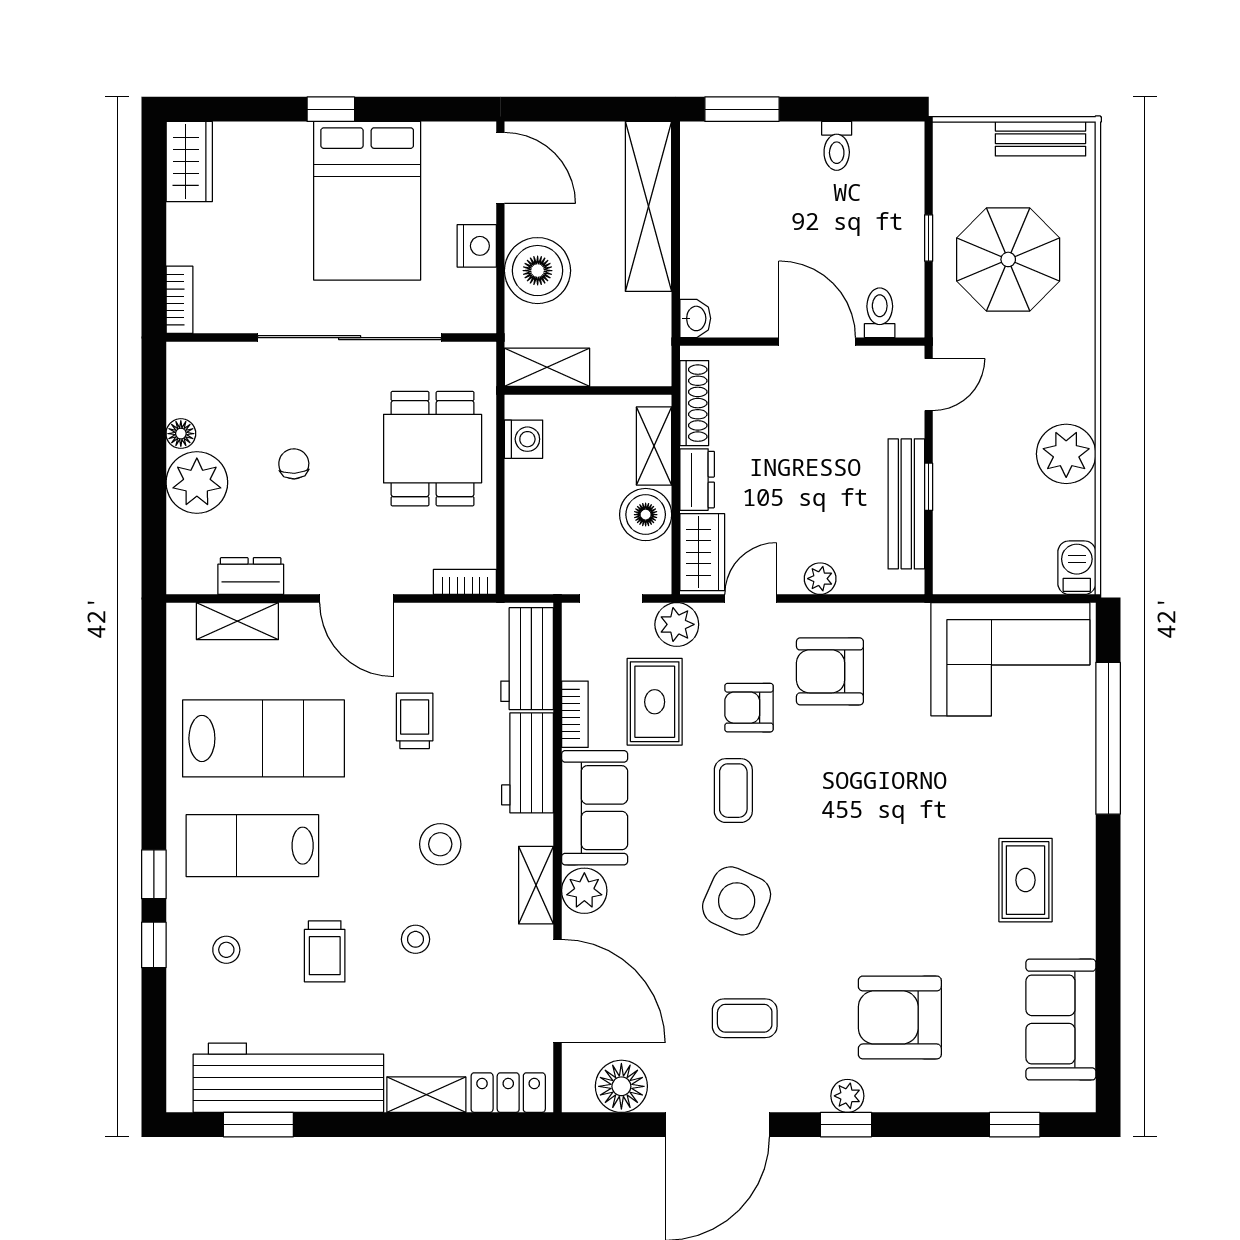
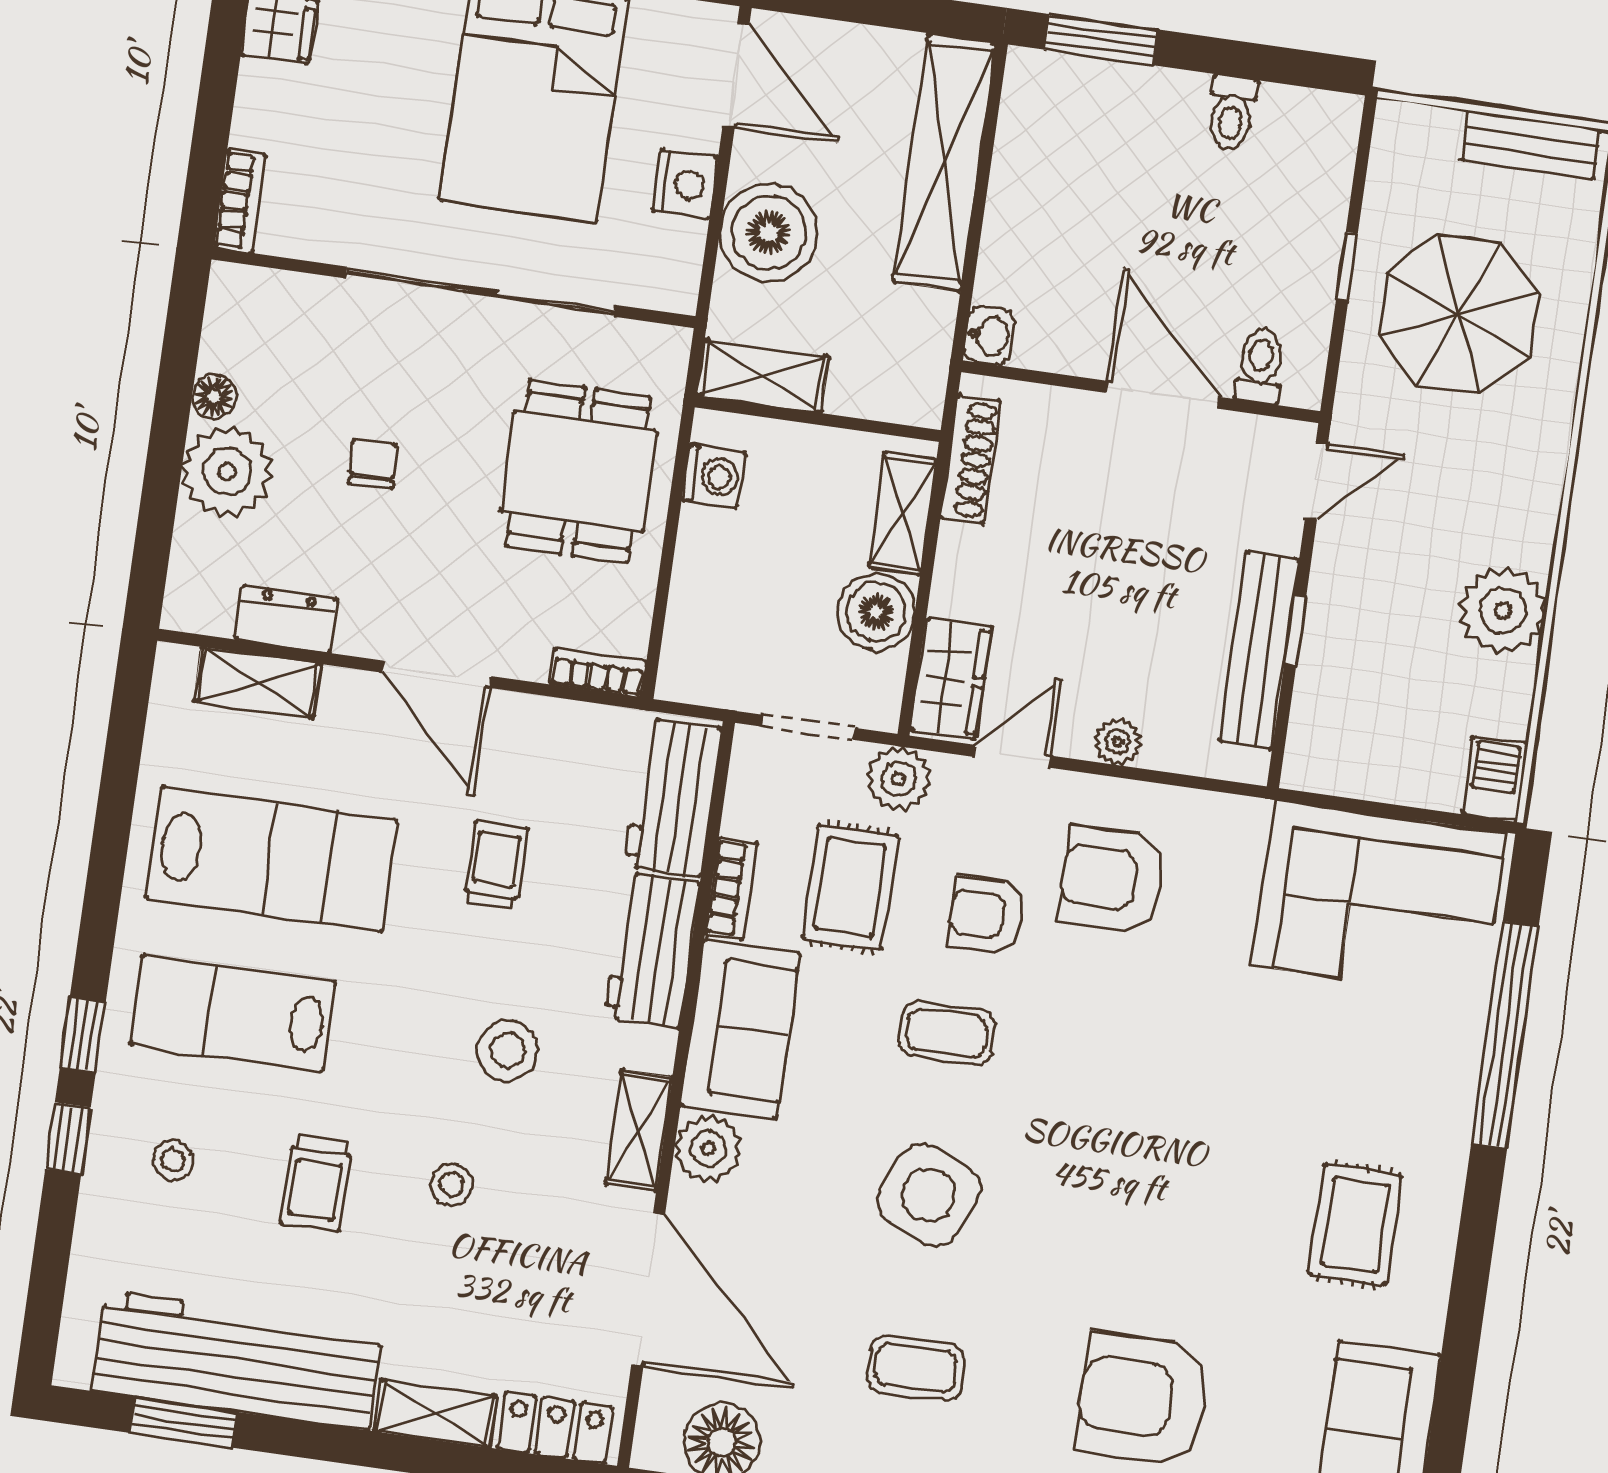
dresser: (697, 480) -> (959, 571), removed
coffee table: (733, 791) -> (947, 1033), turned 90

